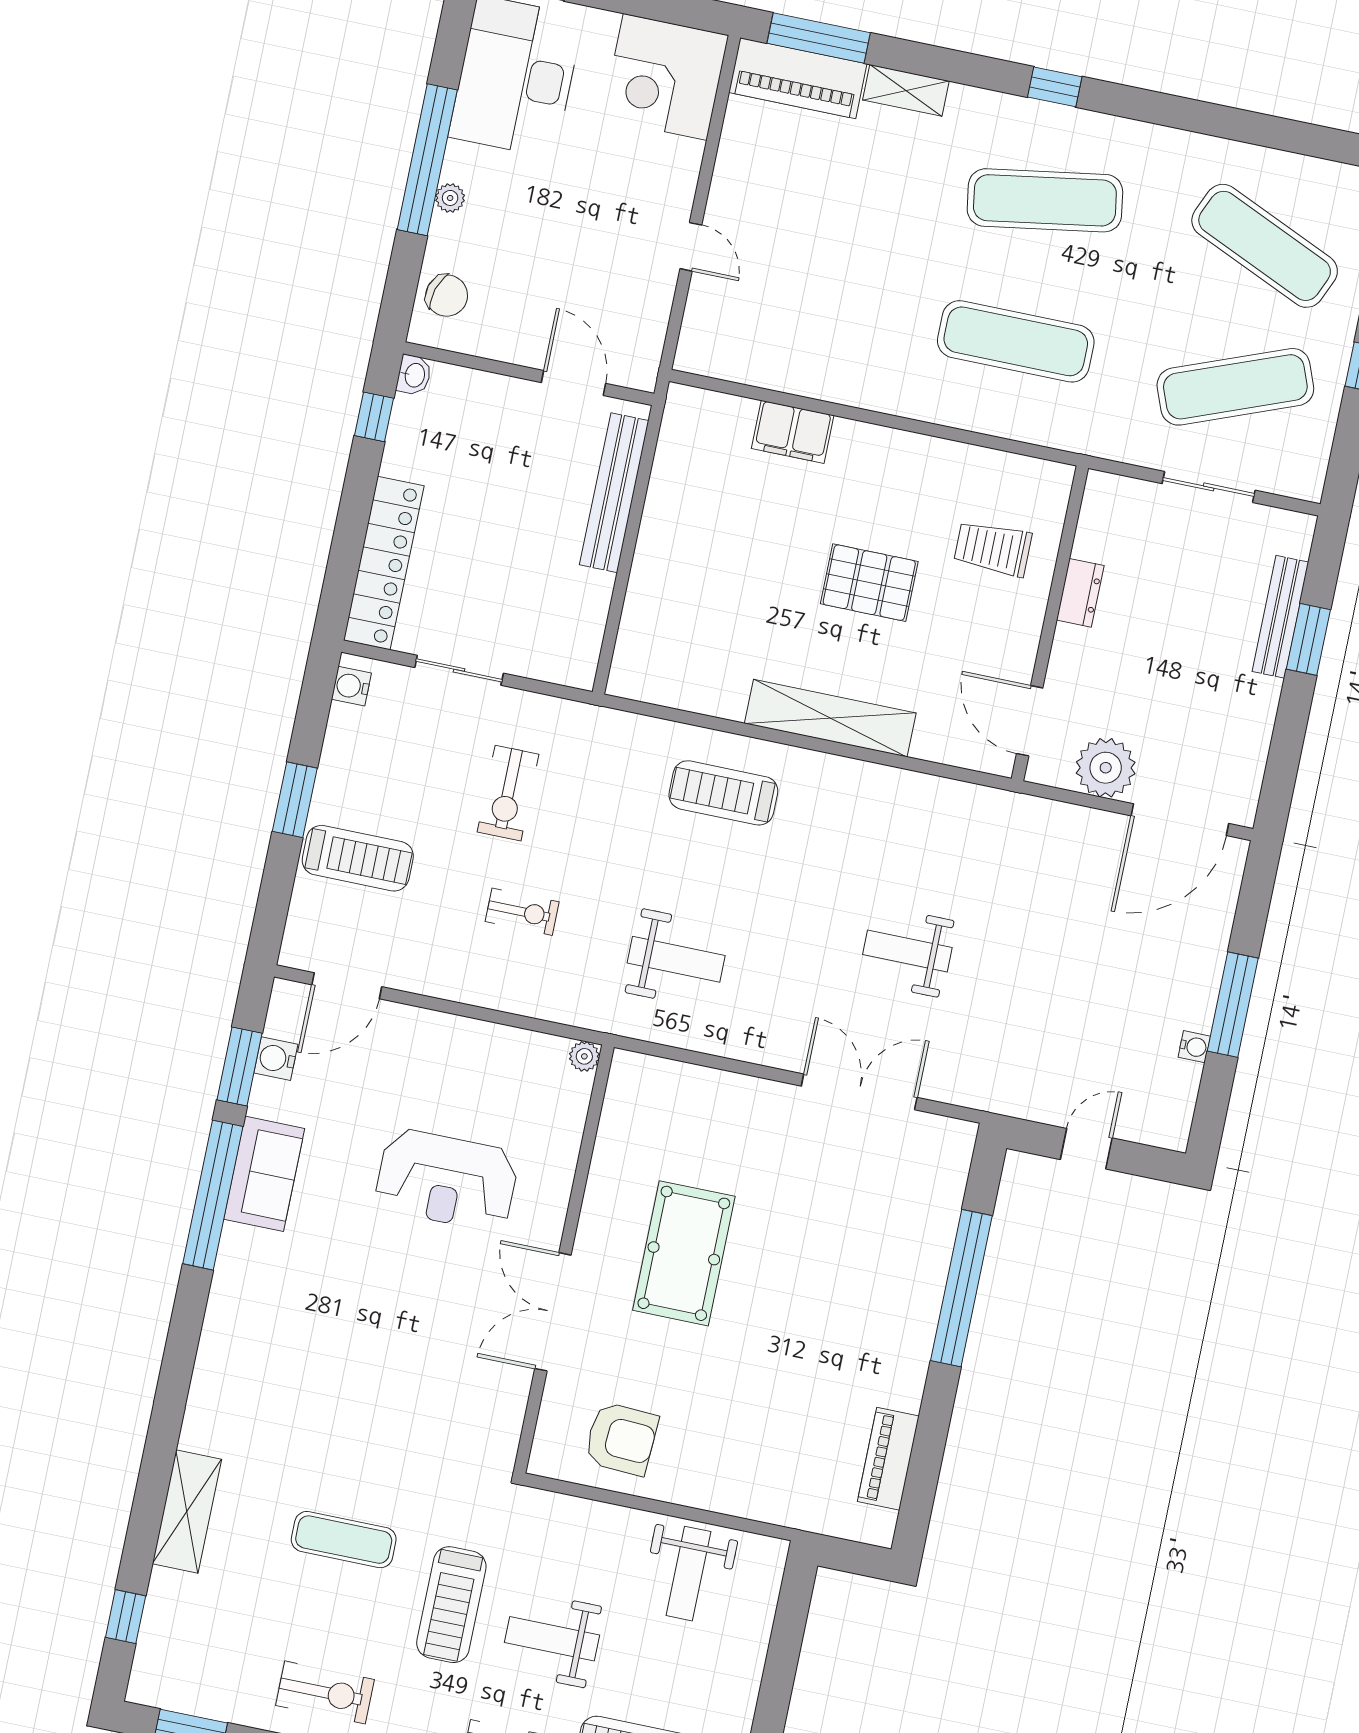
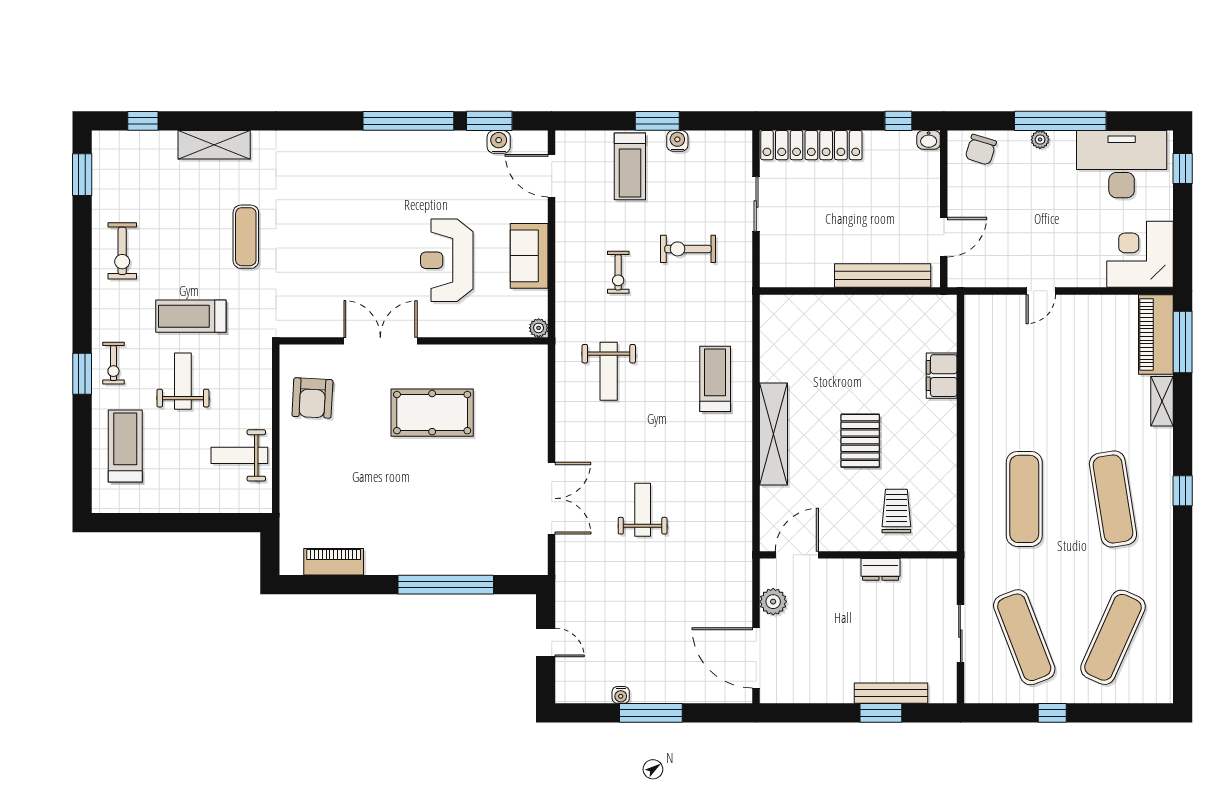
water cooler: (351, 686) -> (677, 141), moved
plant: (1106, 768) -> (773, 602), width x0.73, depth x0.73
sofa: (264, 1174) -> (529, 256), moved, turned 90
exercise mat: (344, 1540) -> (246, 237), moved

